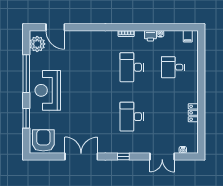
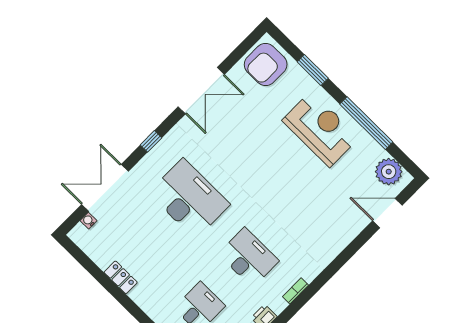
desk: (132, 117) -> (189, 199), width x1.36, depth x1.30
armchair: (43, 140) -> (266, 64), turned 90
double door: (162, 157) -> (105, 188), width x1.37

